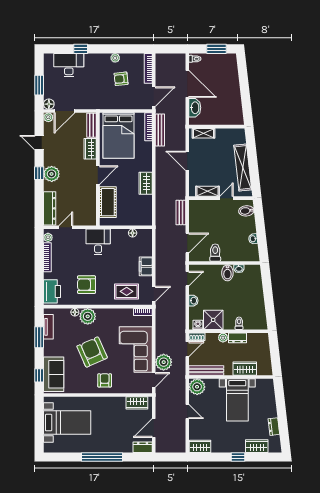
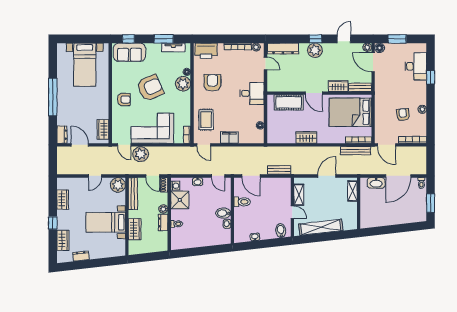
wardrobe: (200, 446) -> (63, 200), moved

